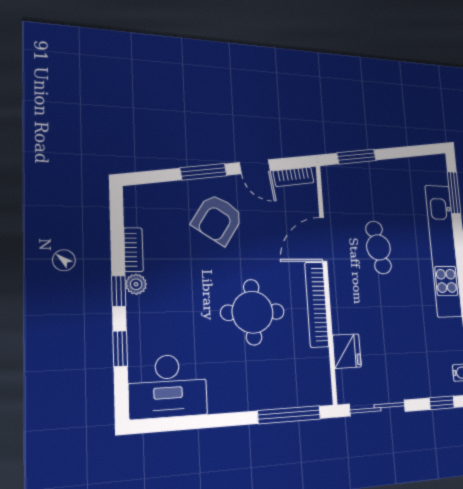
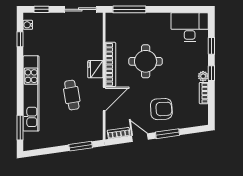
armchair: (218, 219) -> (161, 109), turned 54
fridge: (347, 351) -> (95, 69), moved

